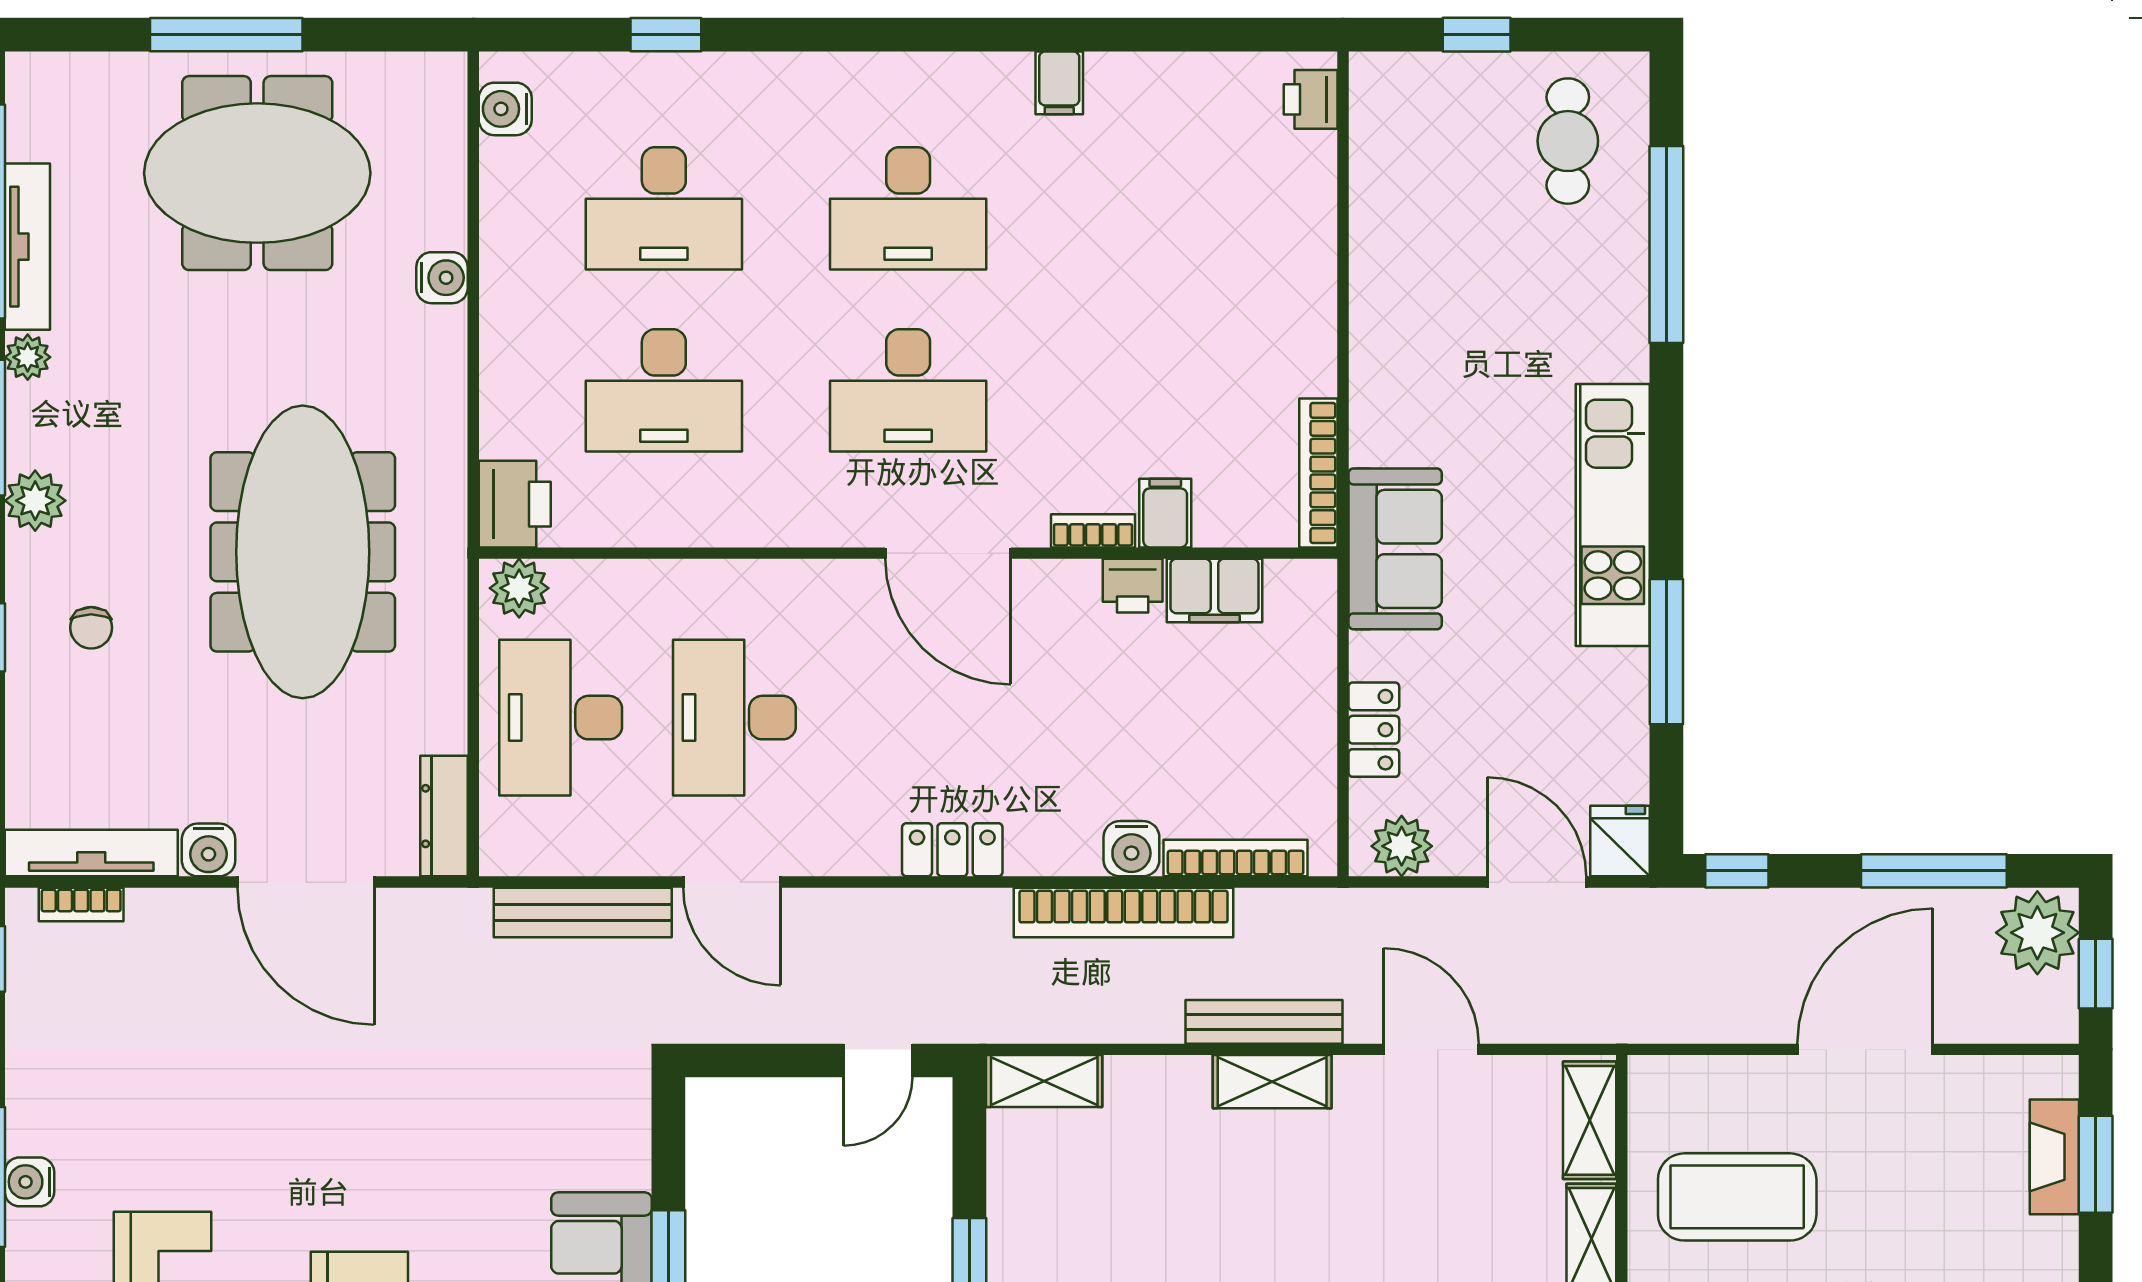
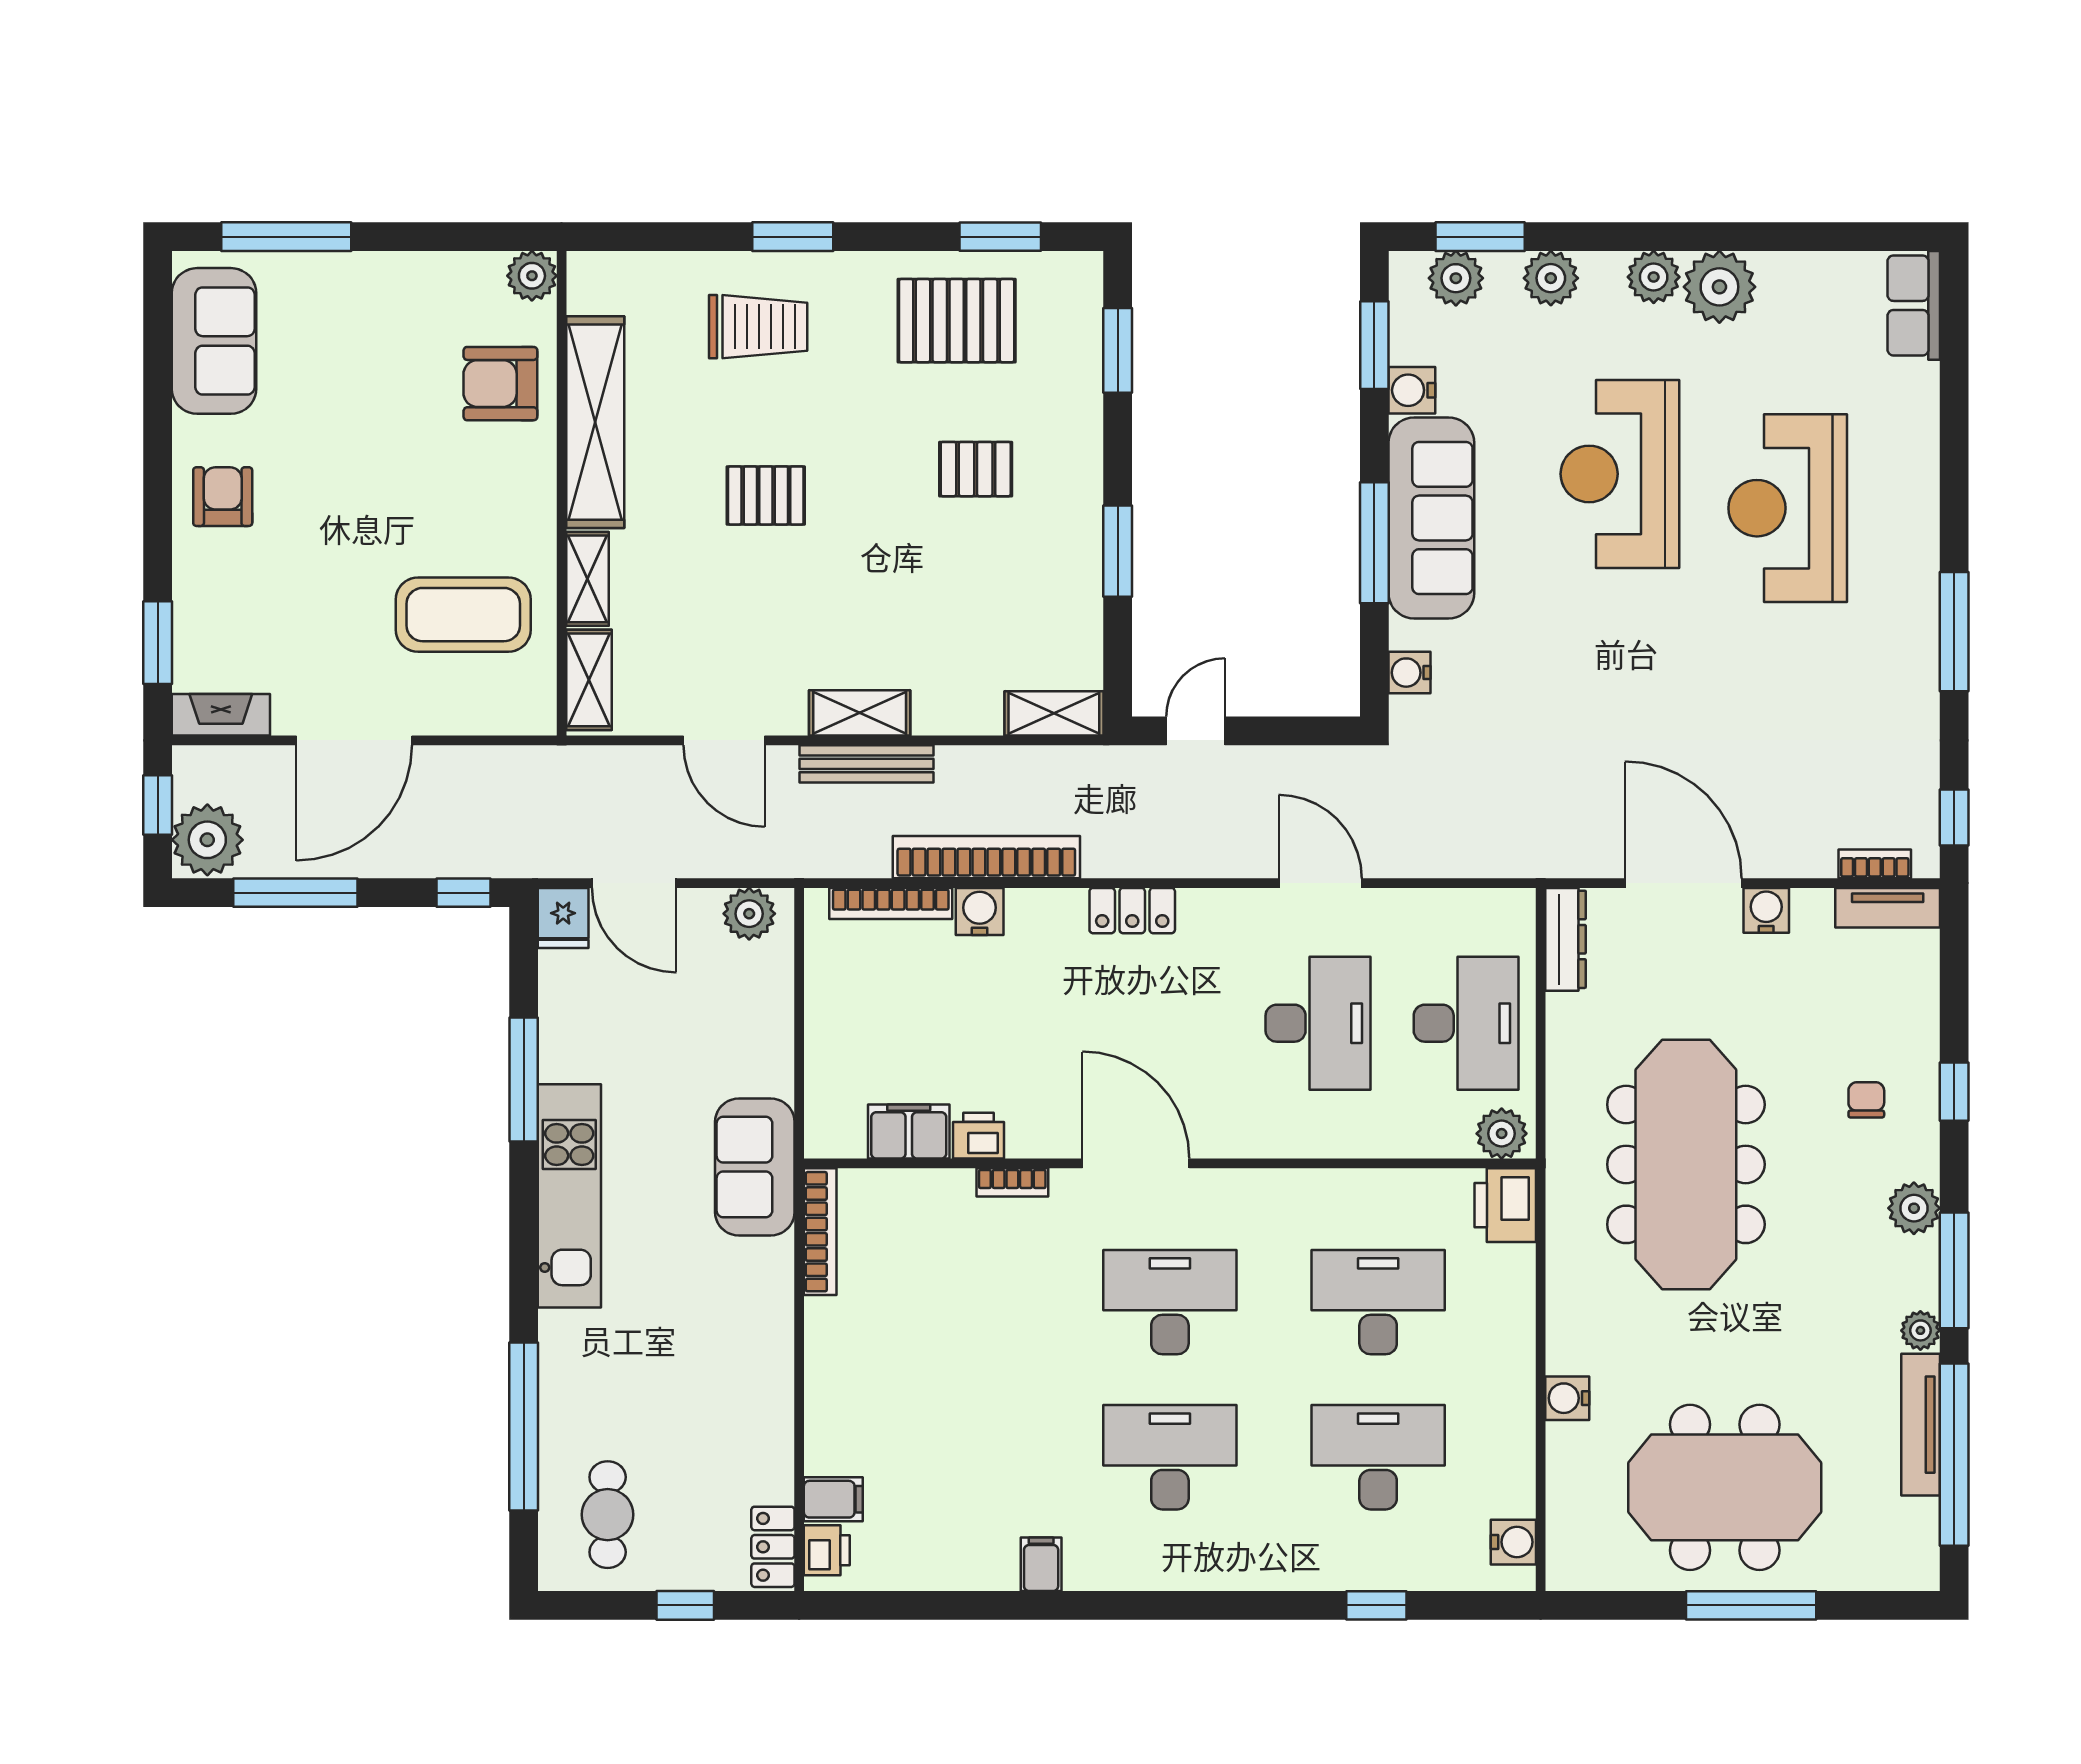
filing cabinet: (1165, 513) -> (833, 1499), moved, turned -90
locker: (1374, 730) -> (773, 1547), moved
tv unit: (91, 853) -> (1888, 908), width x0.71
bench: (583, 913) -> (1447, 857), removed
fireplace: (2054, 1157) -> (221, 715), moved, turned -90
water cooler: (29, 1182) -> (1409, 673), moved, turned 180

